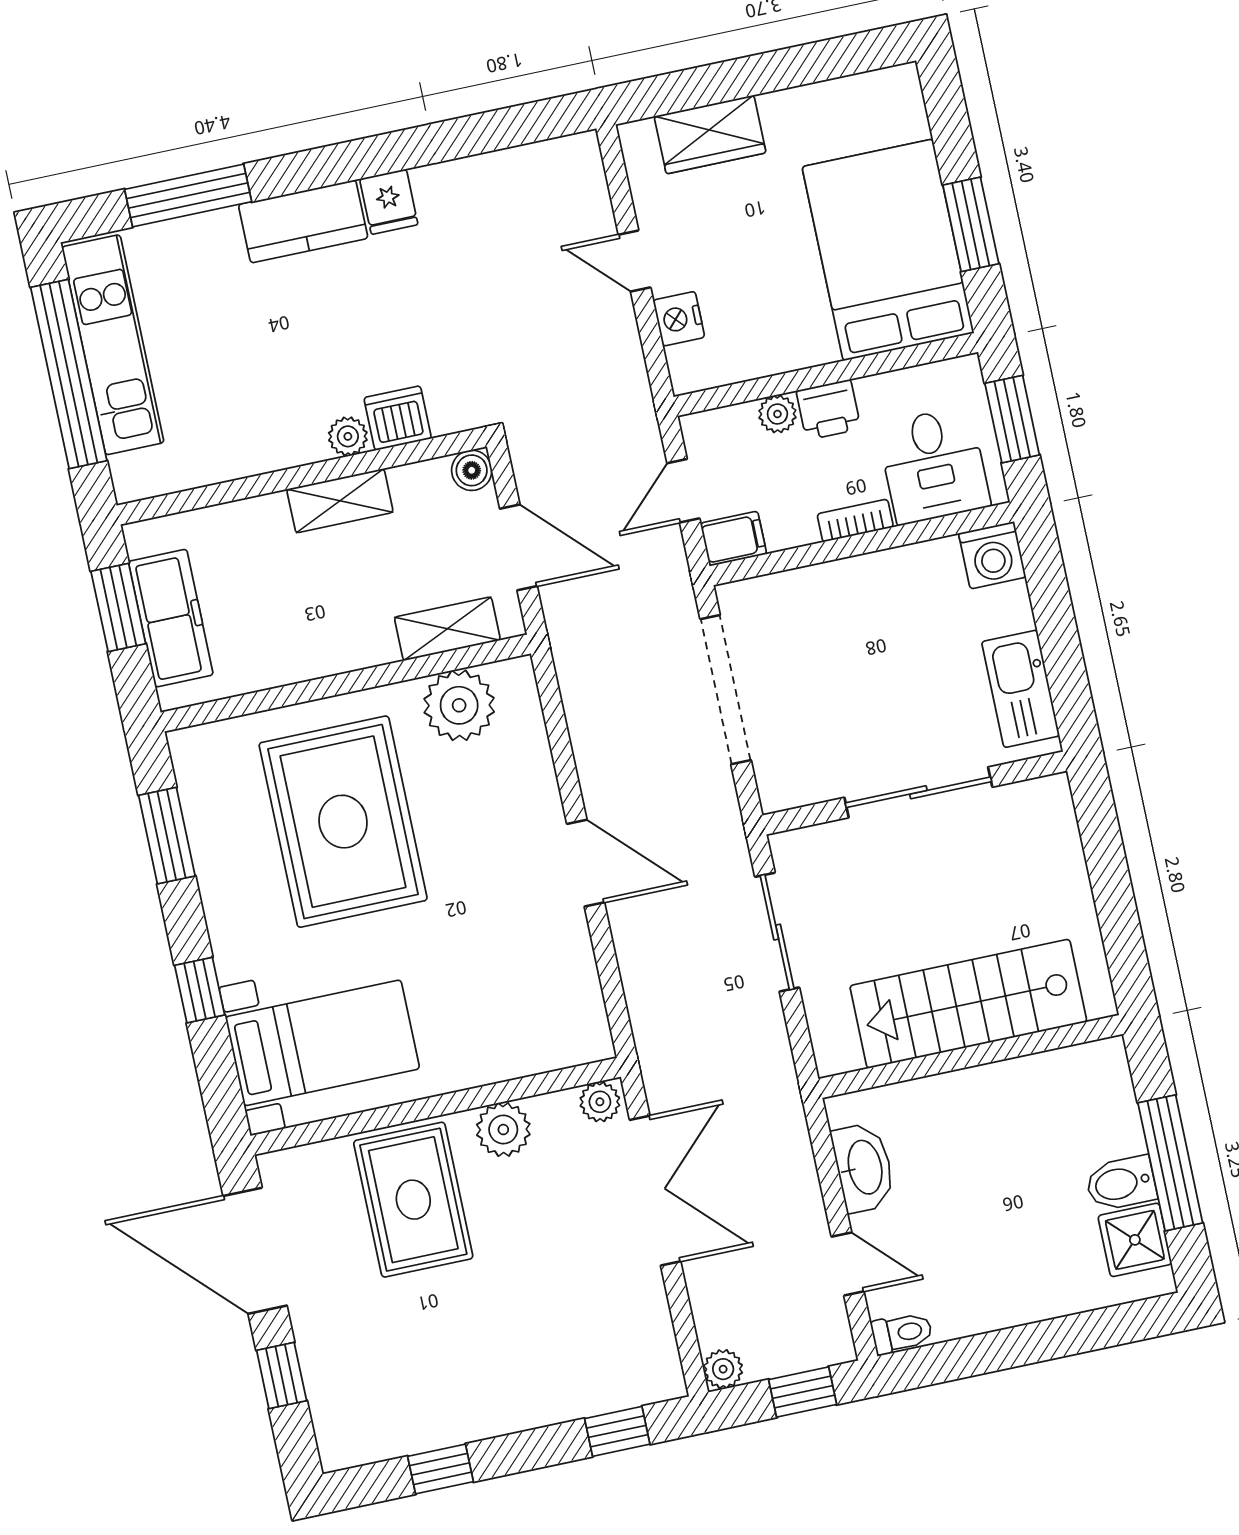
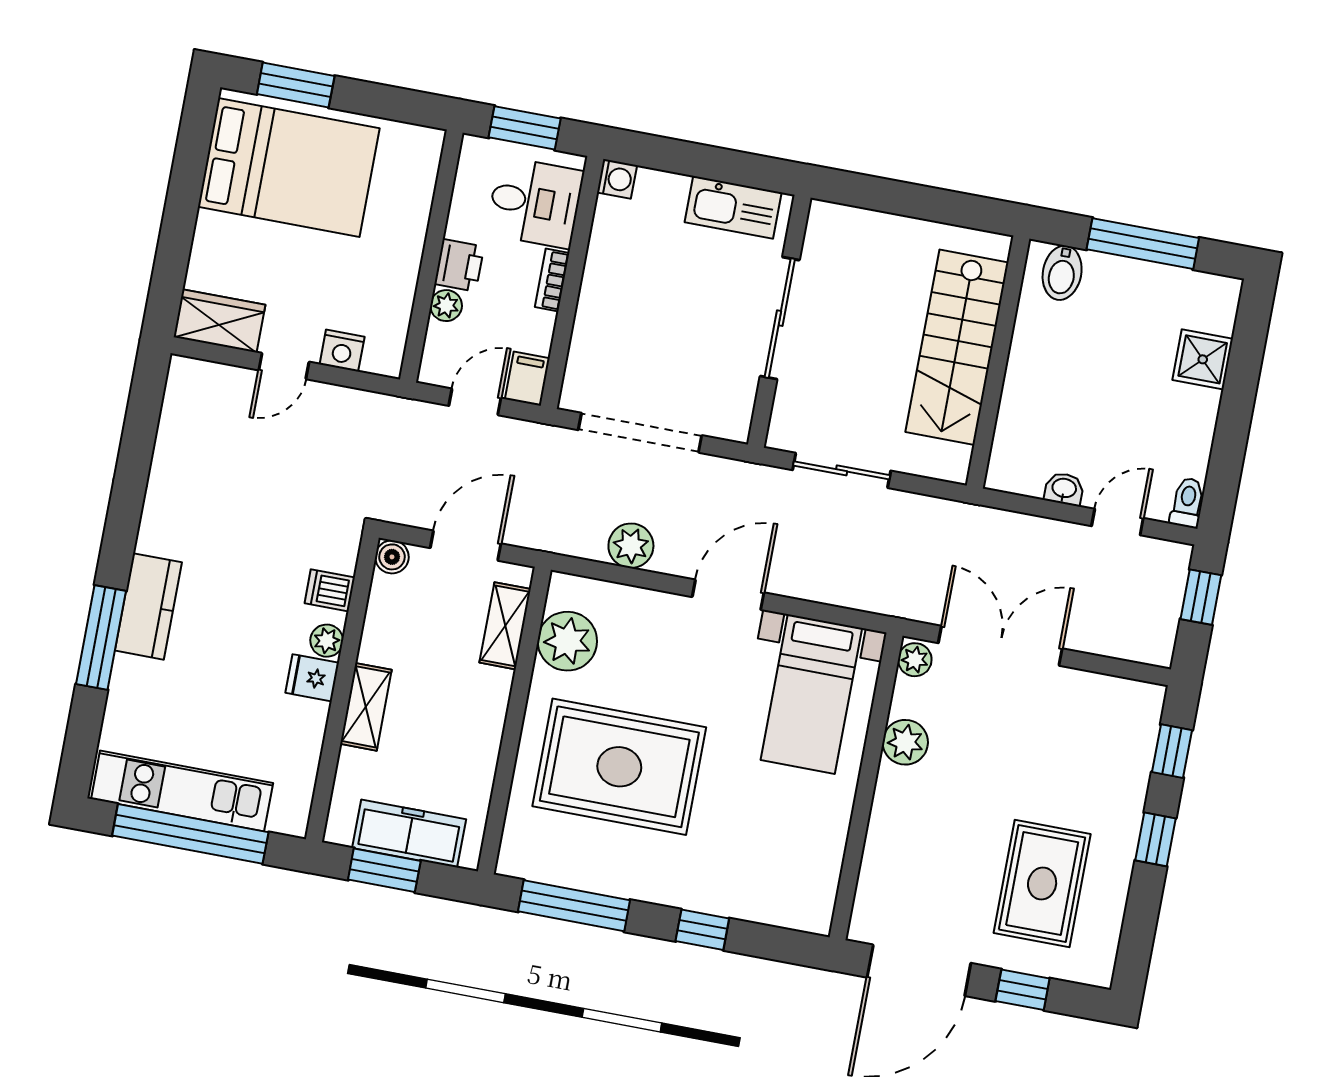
wardrobe: (710, 134) -> (219, 321), moved, turned -90
window: (188, 196) -> (101, 637), moved
fridge: (389, 202) -> (312, 678), moved, turned 180
window: (971, 224) -> (296, 85), moved
bed: (888, 250) -> (289, 168), moved, turned 180
dishwasher: (398, 418) -> (330, 590), width x0.73
door: (683, 491) -> (475, 402), swing flipped
shelving: (340, 501) -> (366, 707), moved
washing machine: (992, 555) -> (617, 179), width x0.73, depth x0.73
window: (167, 836) -> (574, 906), width x1.44
bed with nightstands: (322, 1043) -> (811, 694), moved, turned 180
washbasin: (864, 1168) -> (1064, 489), width x0.52, depth x0.69
bidet: (1121, 1183) -> (1062, 273), moved
rug: (413, 1200) -> (1042, 884), moved, turned 90
shower: (1135, 1240) -> (1203, 359), moved
plant: (723, 1369) -> (631, 546), moved, width x1.38, depth x1.38
window: (440, 1469) -> (1155, 839), moved

